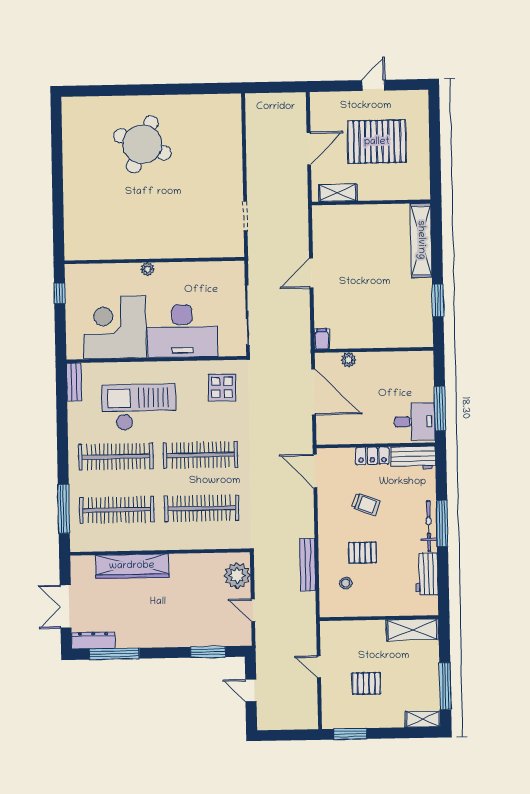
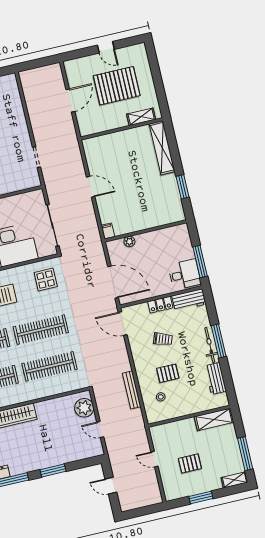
door: (373, 85) -> (106, 47), swing flipped
shelving: (338, 193) -> (141, 117), moved
door: (311, 273) -> (91, 187), swing flipped
door: (314, 392) -> (113, 282), moved
window: (208, 652) -> (53, 470), moved
window: (350, 734) -> (201, 498), moved

